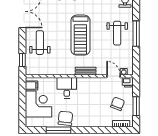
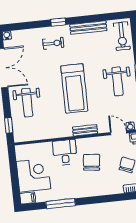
weight bench: (40, 43) -> (27, 102), turned 180
filing cabinet: (31, 85) -> (28, 198), moved
chair: (65, 118) -> (92, 162), moved

